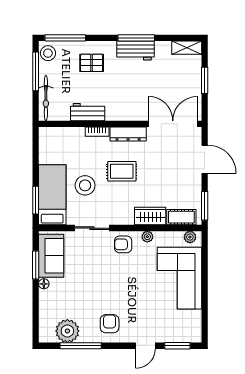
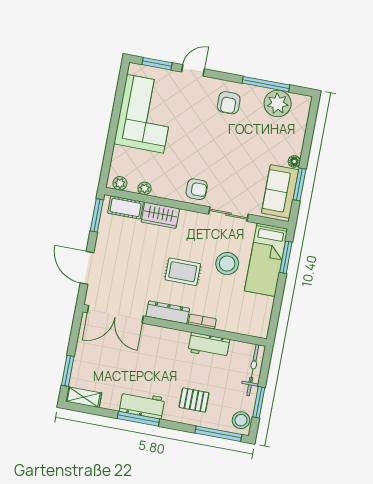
window: (36, 71) -> (259, 402), width x0.69
window: (205, 80) -> (68, 371), moved
plant: (147, 237) -> (145, 188), moved
corner sofa: (180, 278) -> (145, 114), moved

